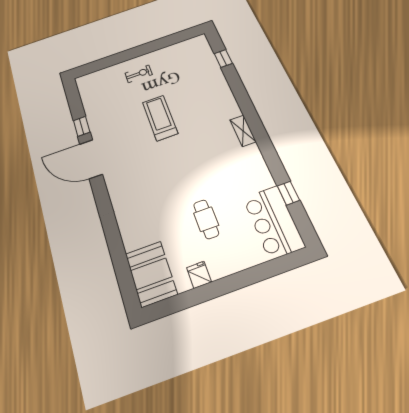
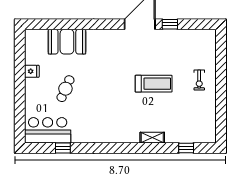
shelving: (243, 131) -> (152, 138), moved
cafe table: (206, 219) -> (65, 89), turned -66
booth: (151, 274) -> (67, 42), moved

